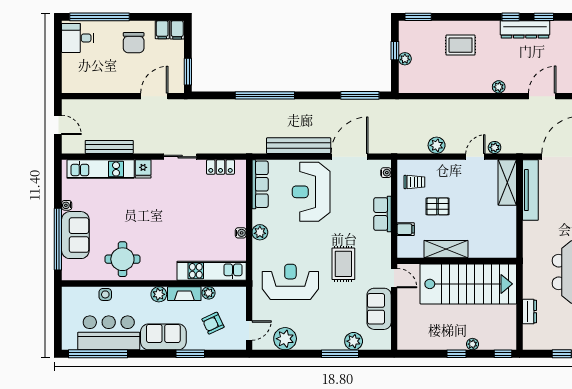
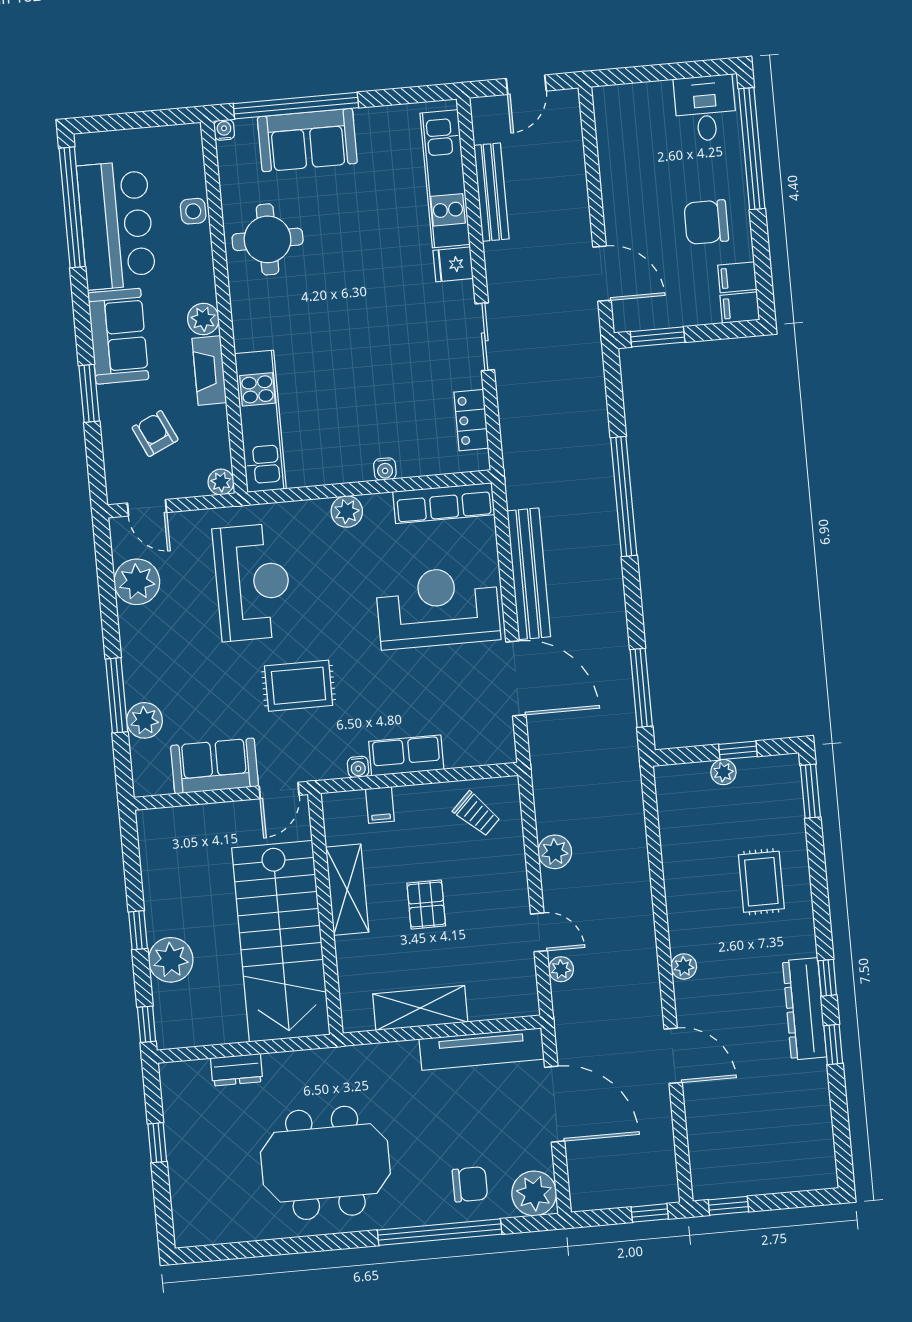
water cooler: (386, 173) -> (358, 767), moved
trolley: (414, 182) -> (477, 814), turned -45
shelving: (507, 182) -> (420, 1008), moved
water cooler: (67, 205) -> (224, 130), moved
pallet: (438, 206) -> (426, 905), moved
water cooler: (241, 233) -> (385, 469), moved
plant: (209, 293) -> (221, 482), moved
plant: (472, 344) -> (171, 960), width x1.88, depth x1.88

